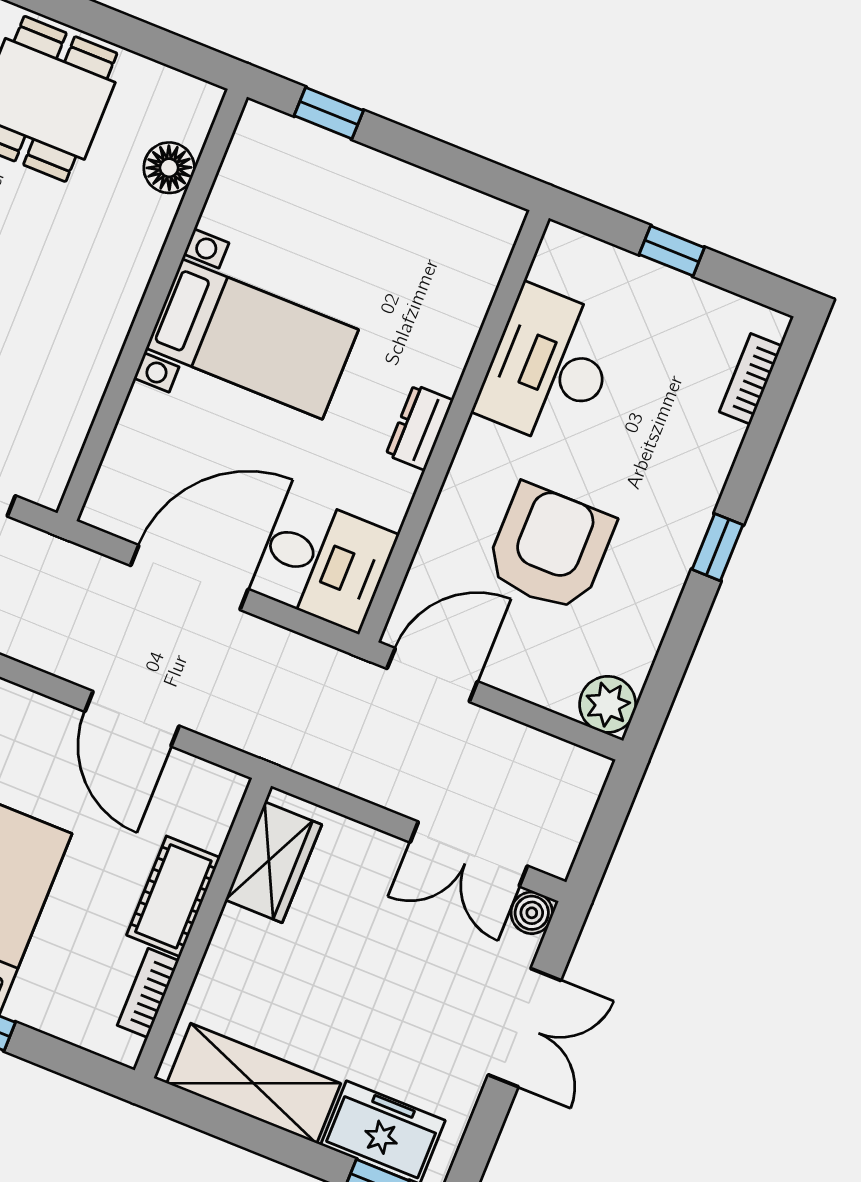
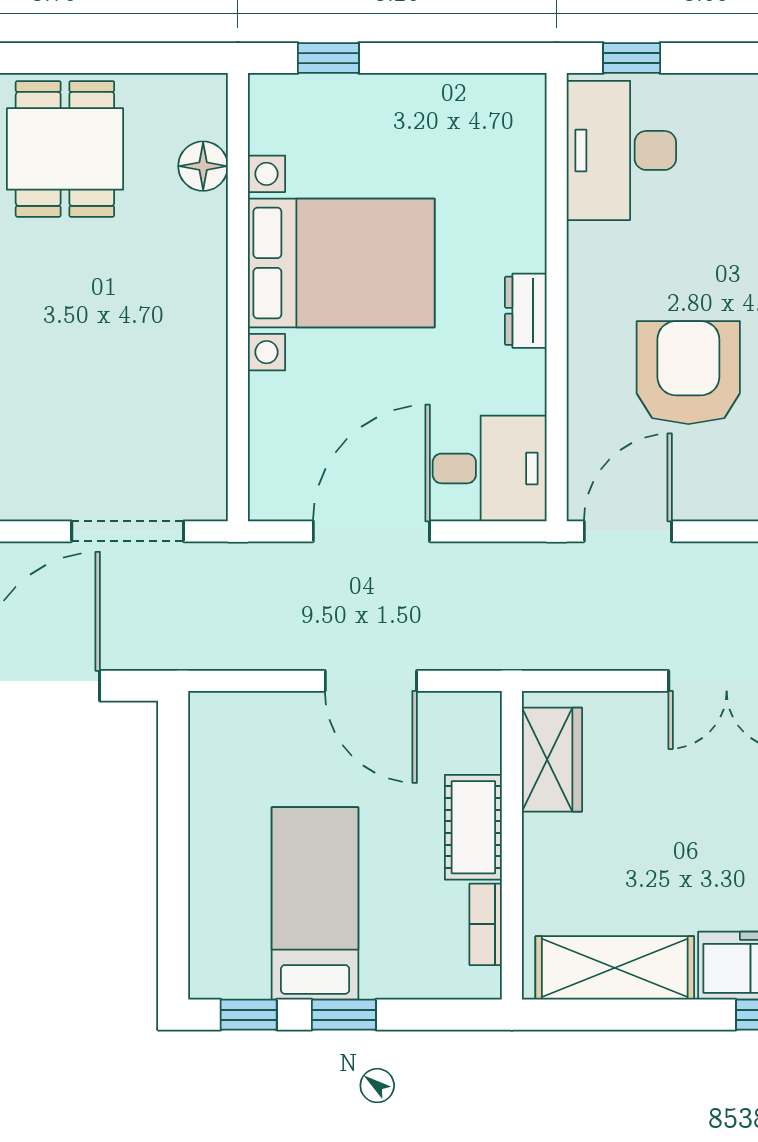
window: (672, 251) -> (632, 58), moved
bed with nightstands: (252, 339) -> (341, 263), width x1.36
desk: (549, 367) -> (621, 150), moved

